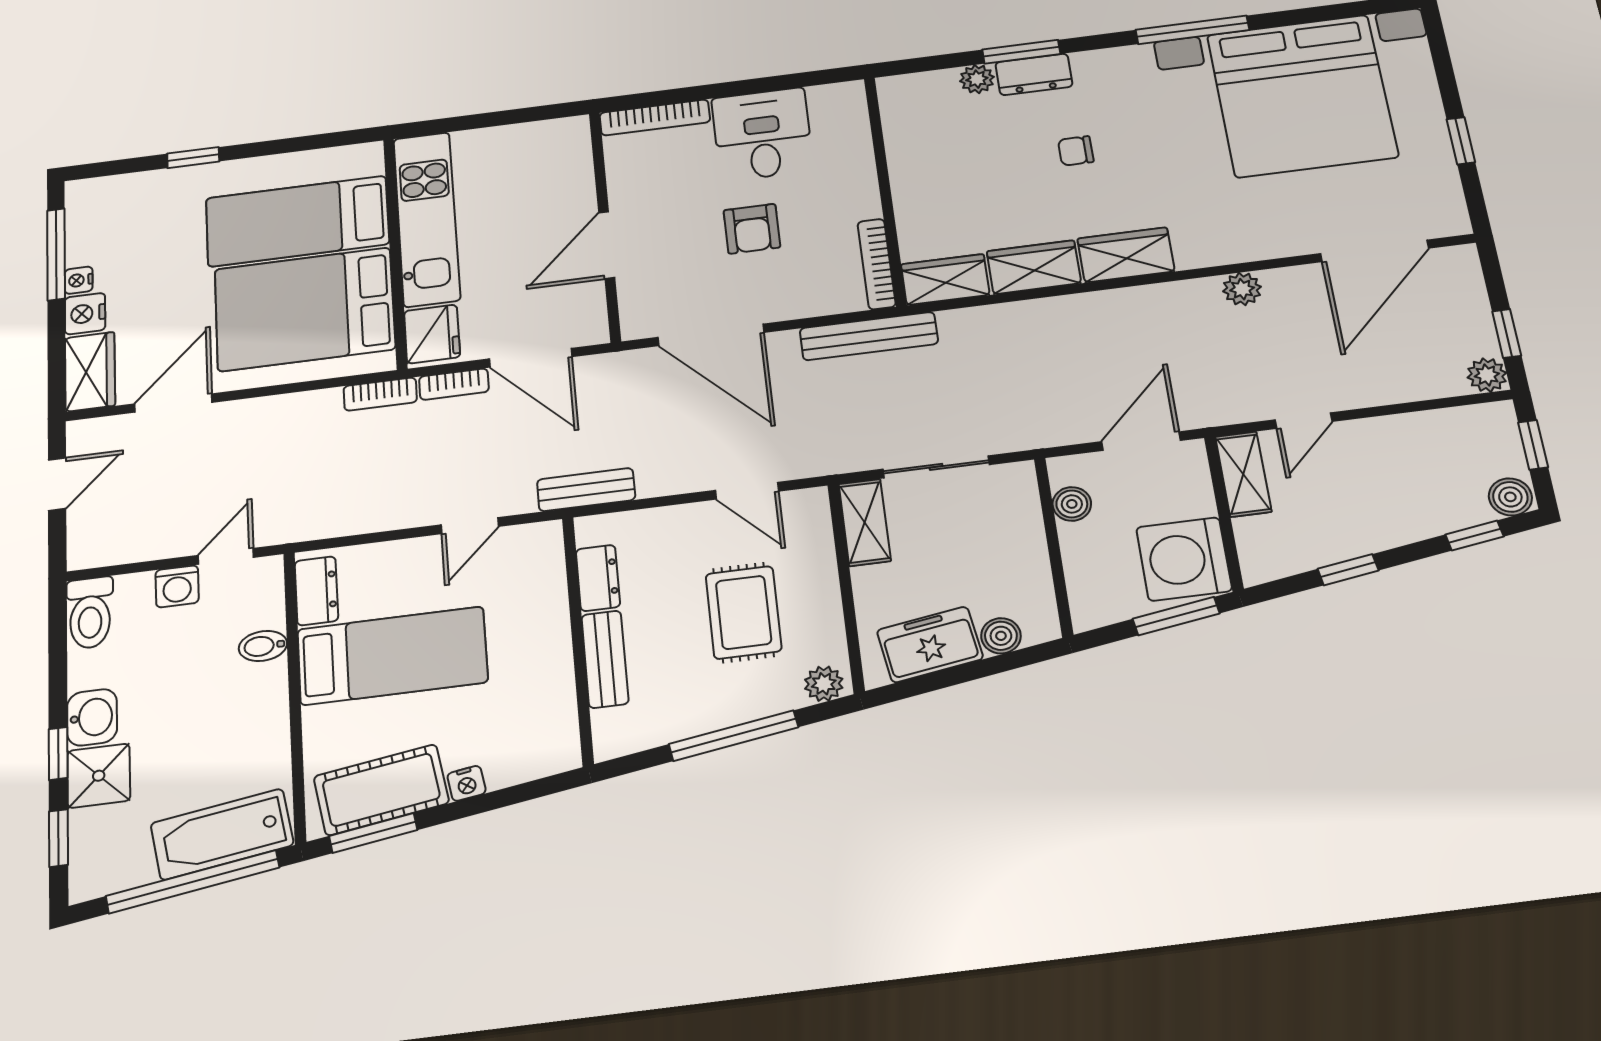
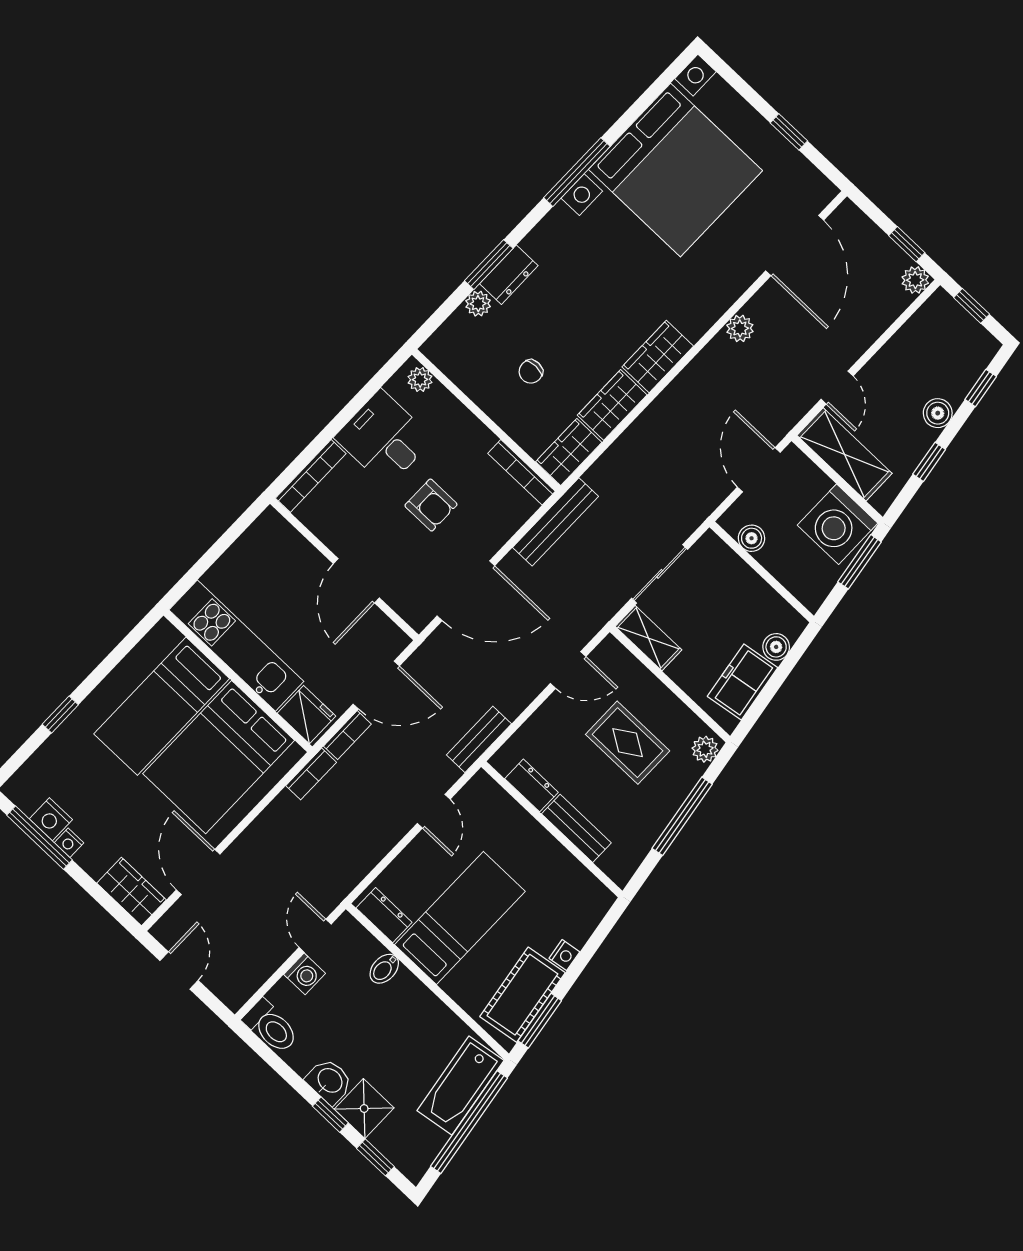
plant: (851, 107) -> (420, 380), added
chair: (1076, 151) -> (531, 372), moved
nightstand: (85, 314) -> (51, 819), moved
shelving: (1243, 474) -> (845, 454), width x1.50, depth x1.33
boiler: (1510, 497) -> (938, 413), moved

